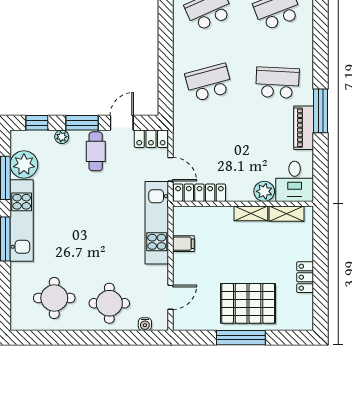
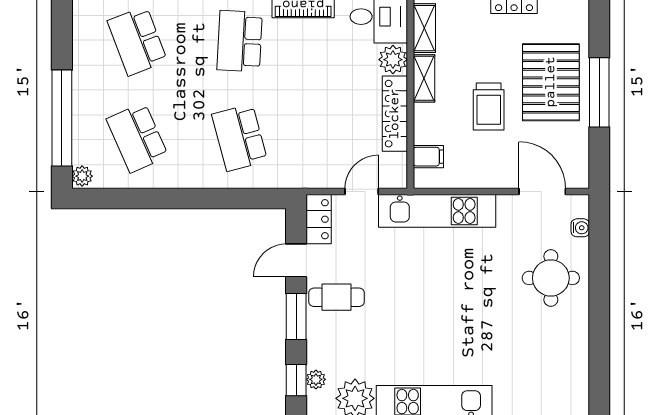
door: (122, 123) -> (296, 260), hinge flipped
plant: (62, 137) -> (316, 379), moved
locker: (199, 193) -> (395, 114), moved
filing cabinet: (183, 244) -> (428, 157), moved, turned 90
trolley: (231, 259) -> (489, 107), added
door: (171, 297) -> (542, 192), width x1.38
round table: (54, 298) -> (543, 356), removed

